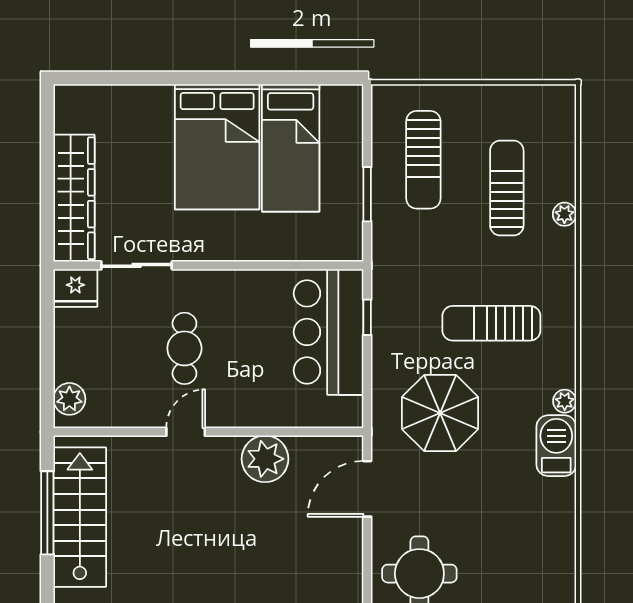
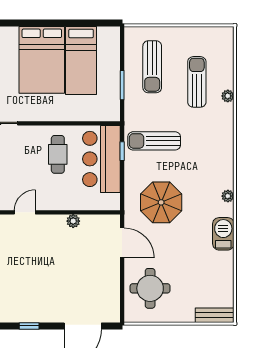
sun lounger: (491, 323) -> (154, 141), moved
cafe table: (184, 348) -> (58, 154), moved
barbecue: (556, 446) -> (223, 234), moved
plant: (265, 459) -> (73, 221), width x0.53, depth x0.53
door: (367, 489) -> (122, 243), swing flipped

